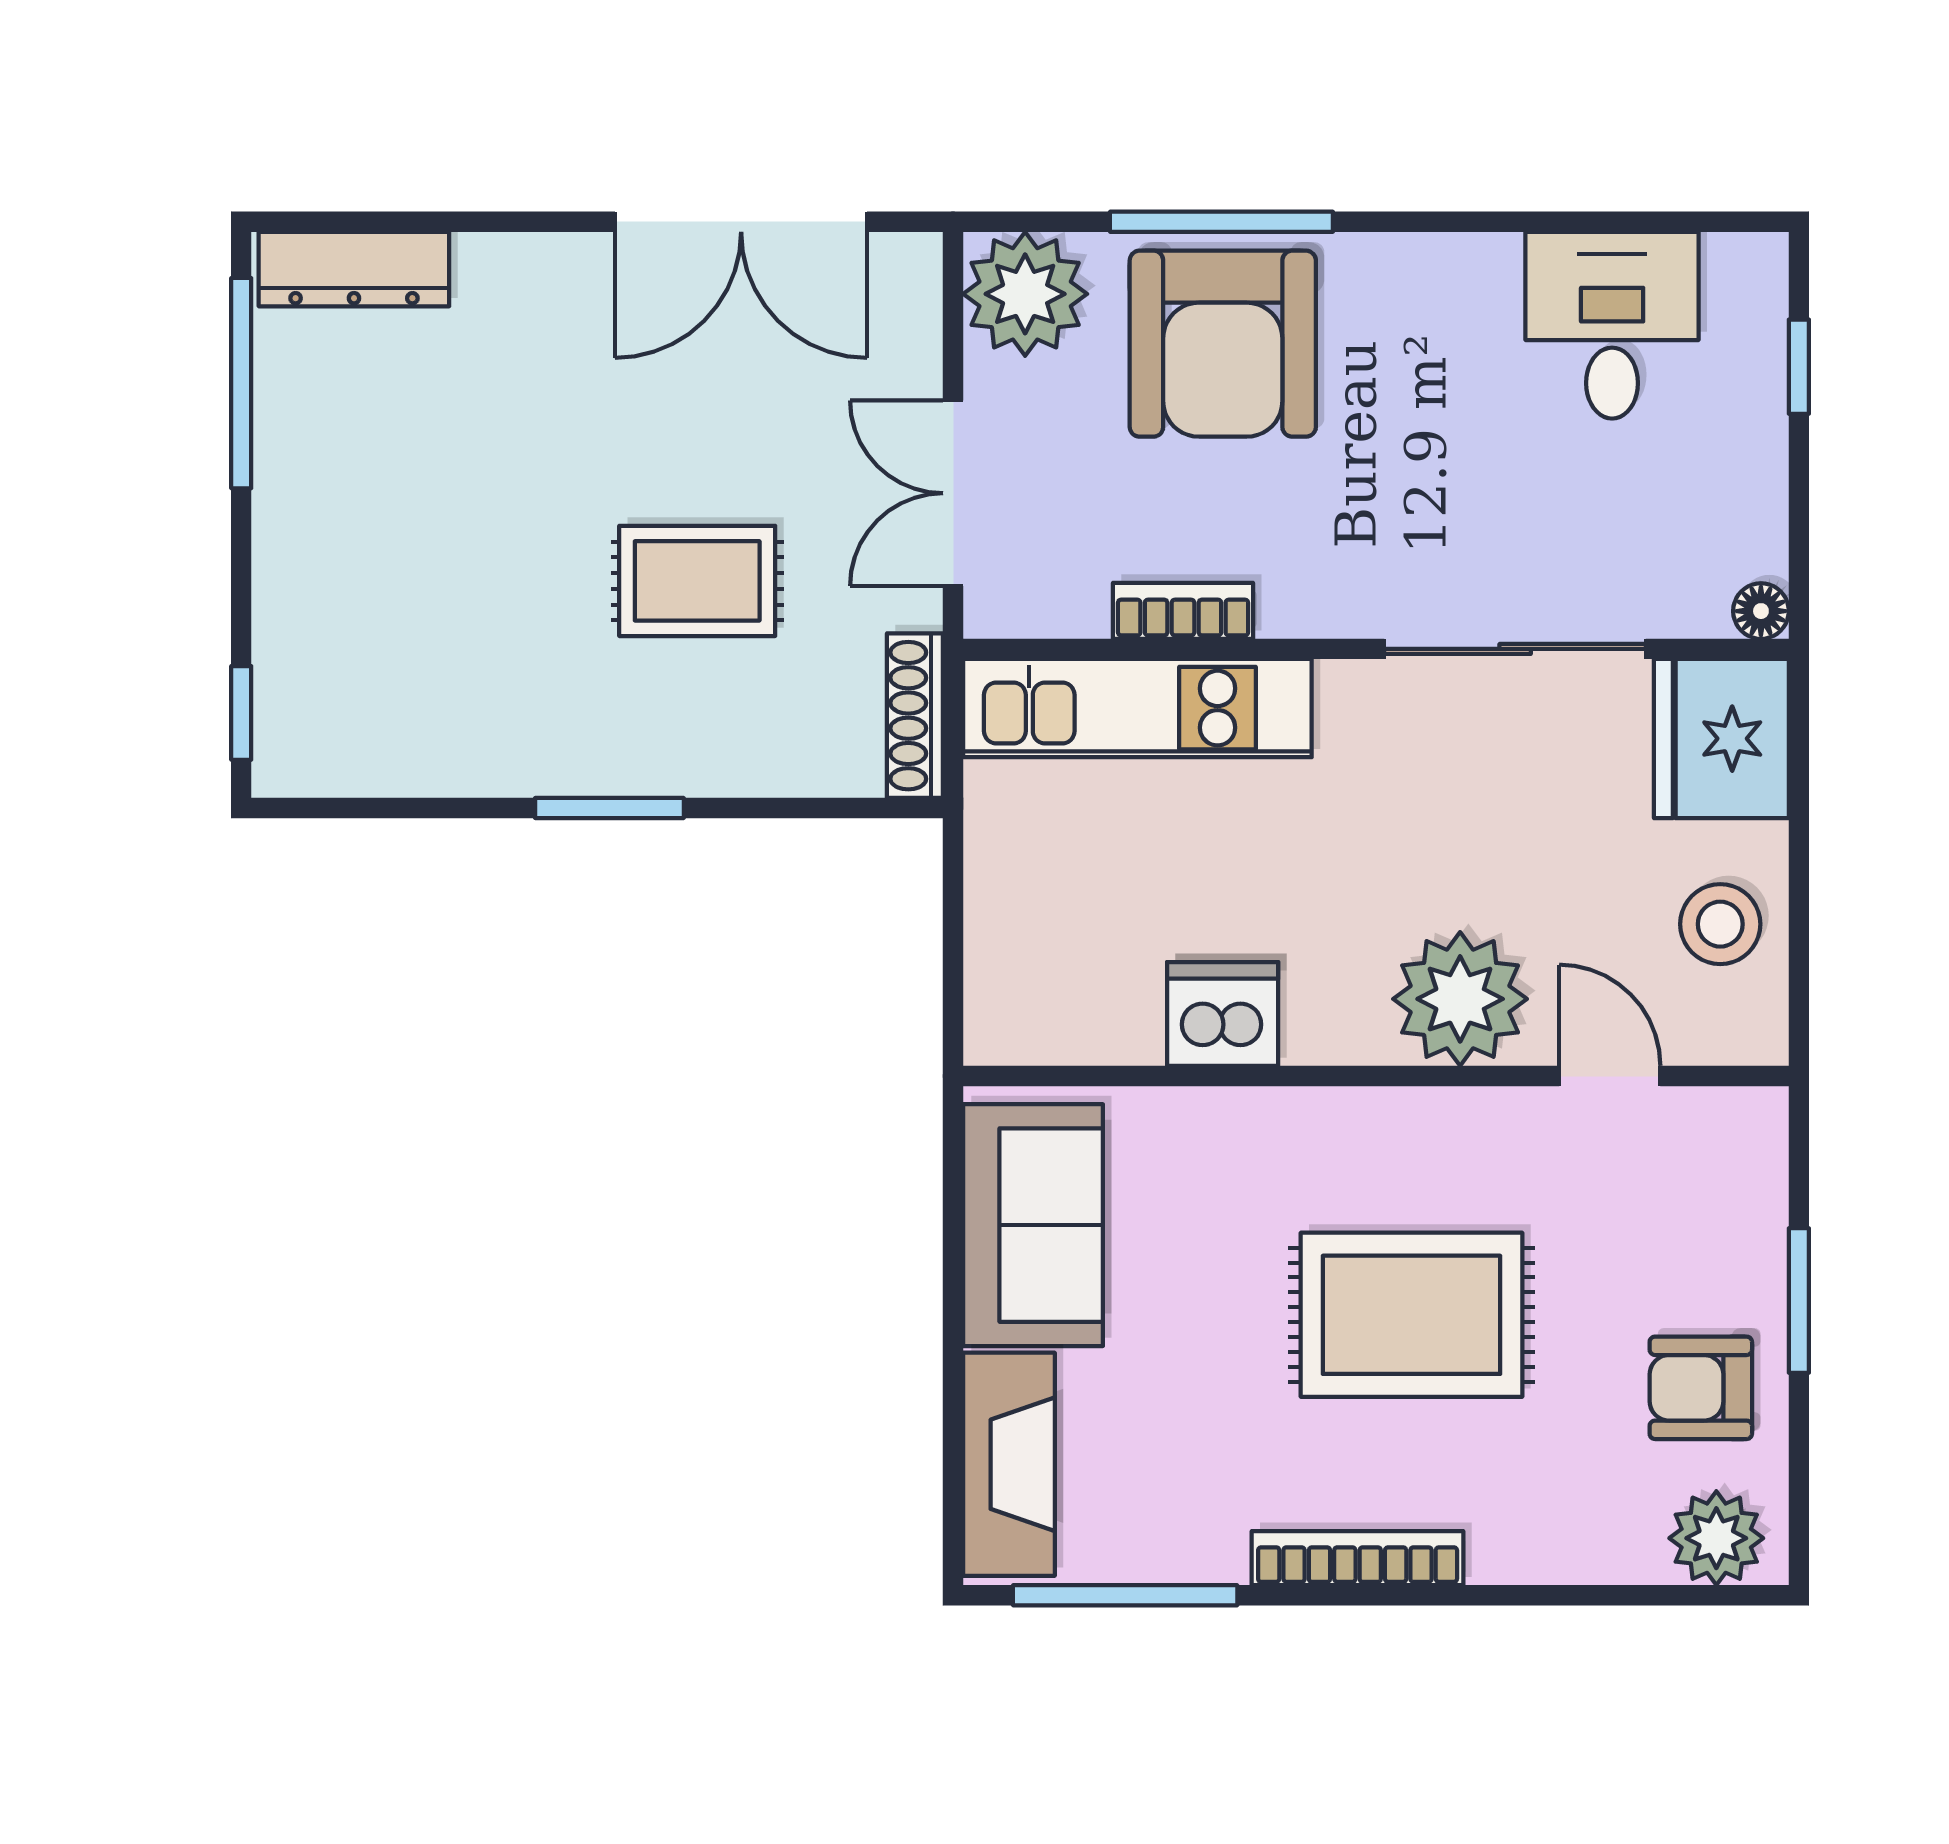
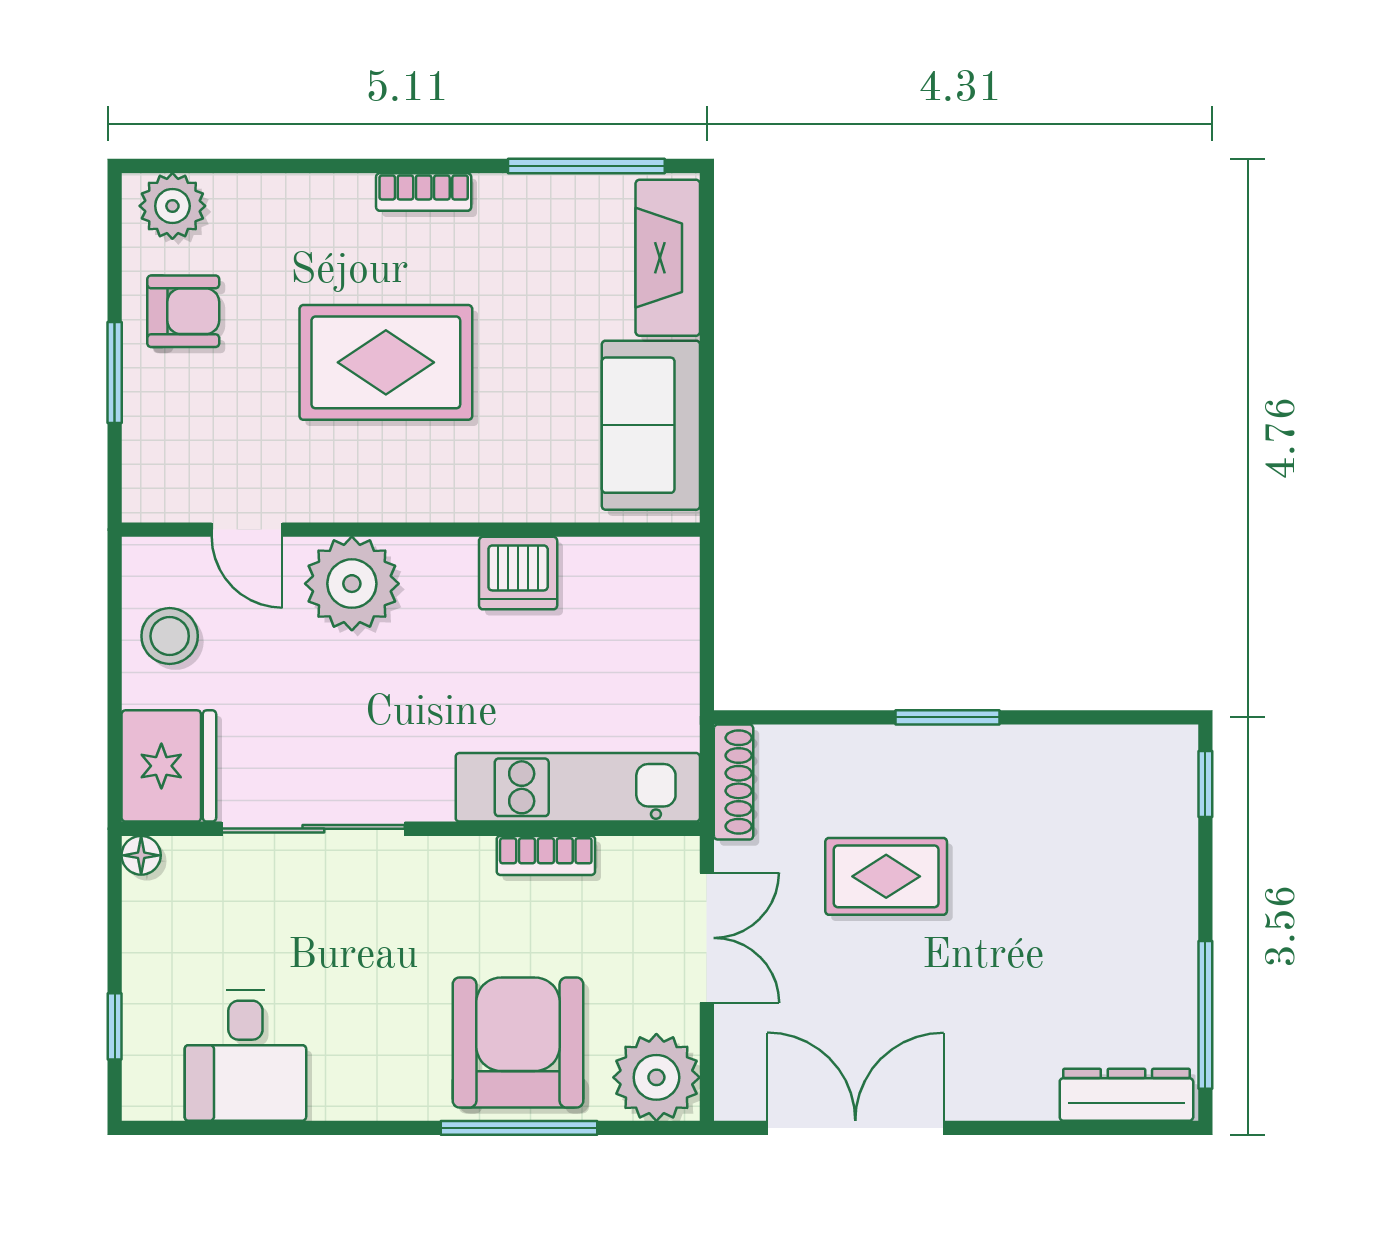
bookcase: (1358, 1558) -> (424, 192), width x0.64

